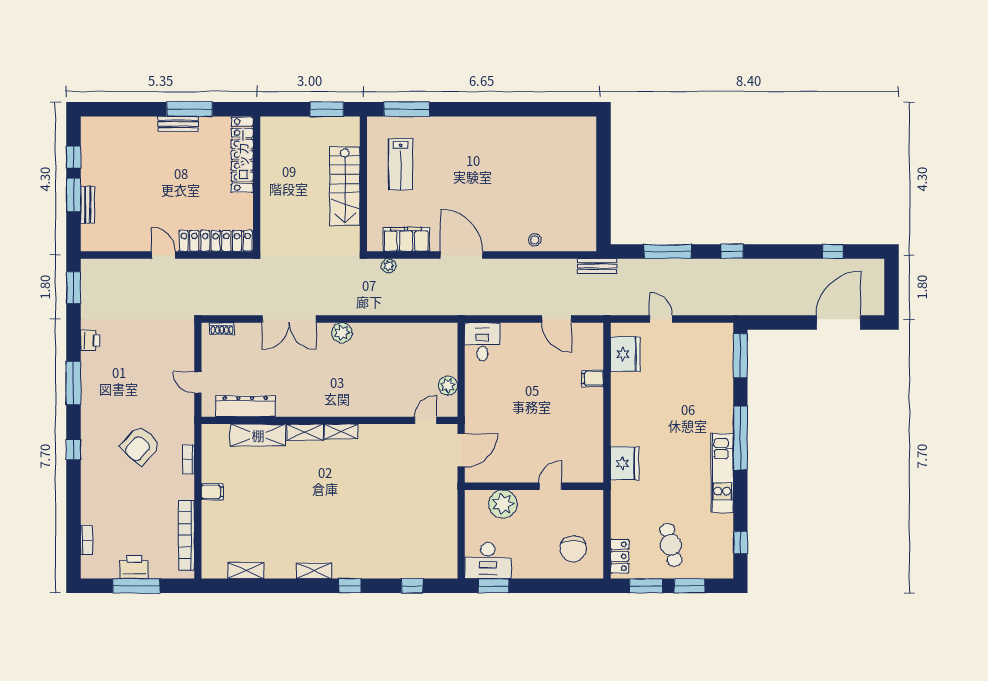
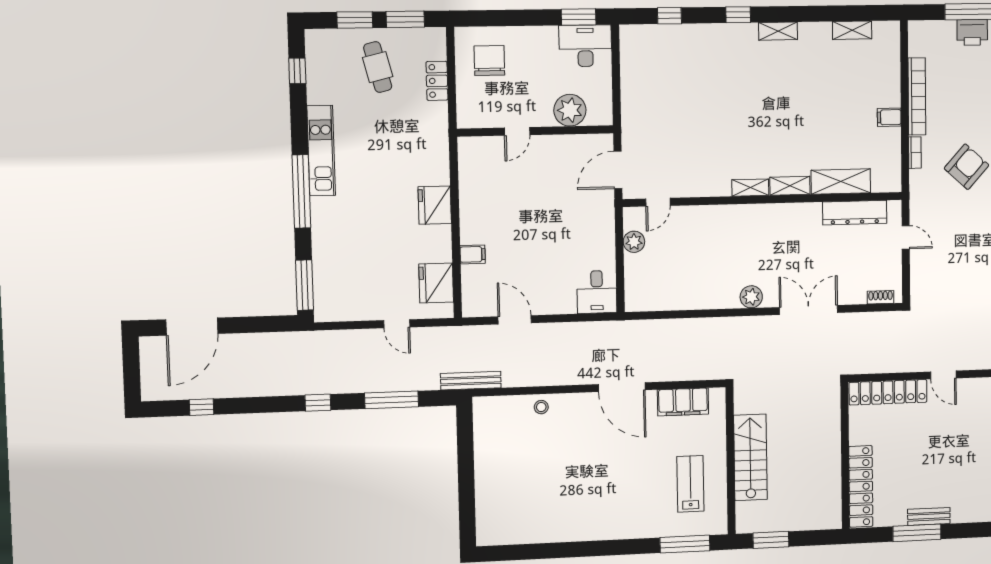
plant: (389, 266) -> (701, 372), removed
bench: (597, 266) -> (471, 381), width x1.36
fridge: (625, 463) -> (435, 205), moved
bookcase: (186, 535) -> (917, 96), moved
locker: (620, 556) -> (437, 81), moved

